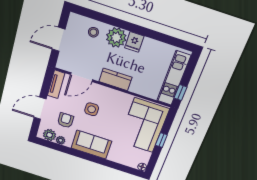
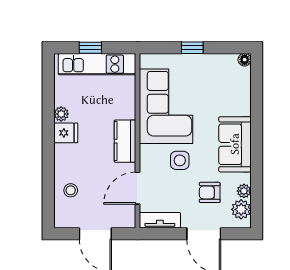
plant: (116, 37) -> (61, 114), moved, width x0.53, depth x0.53
door: (81, 77) -> (137, 188), swing flipped
window: (180, 93) -> (90, 48), moved
corner sofa: (144, 125) -> (166, 106), moved, turned -90

